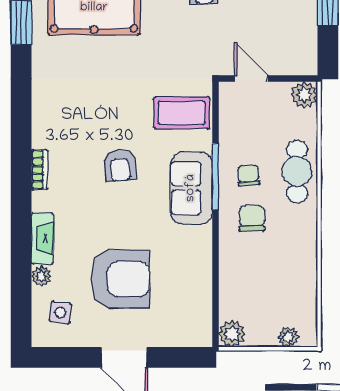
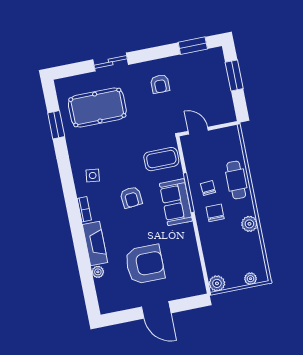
plant: (304, 95) -> (249, 224), moved
fireplace: (42, 239) -> (95, 243), width x1.37, depth x1.32
side table: (60, 313) -> (93, 175), moved

